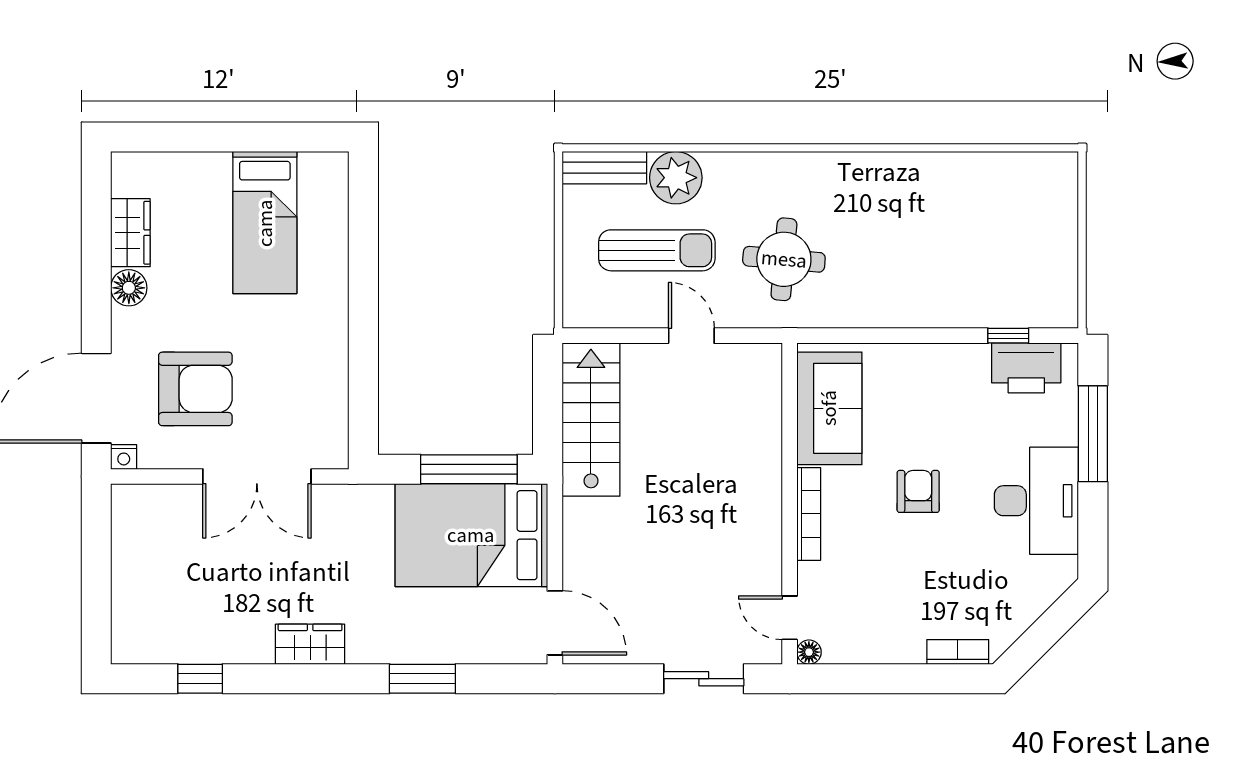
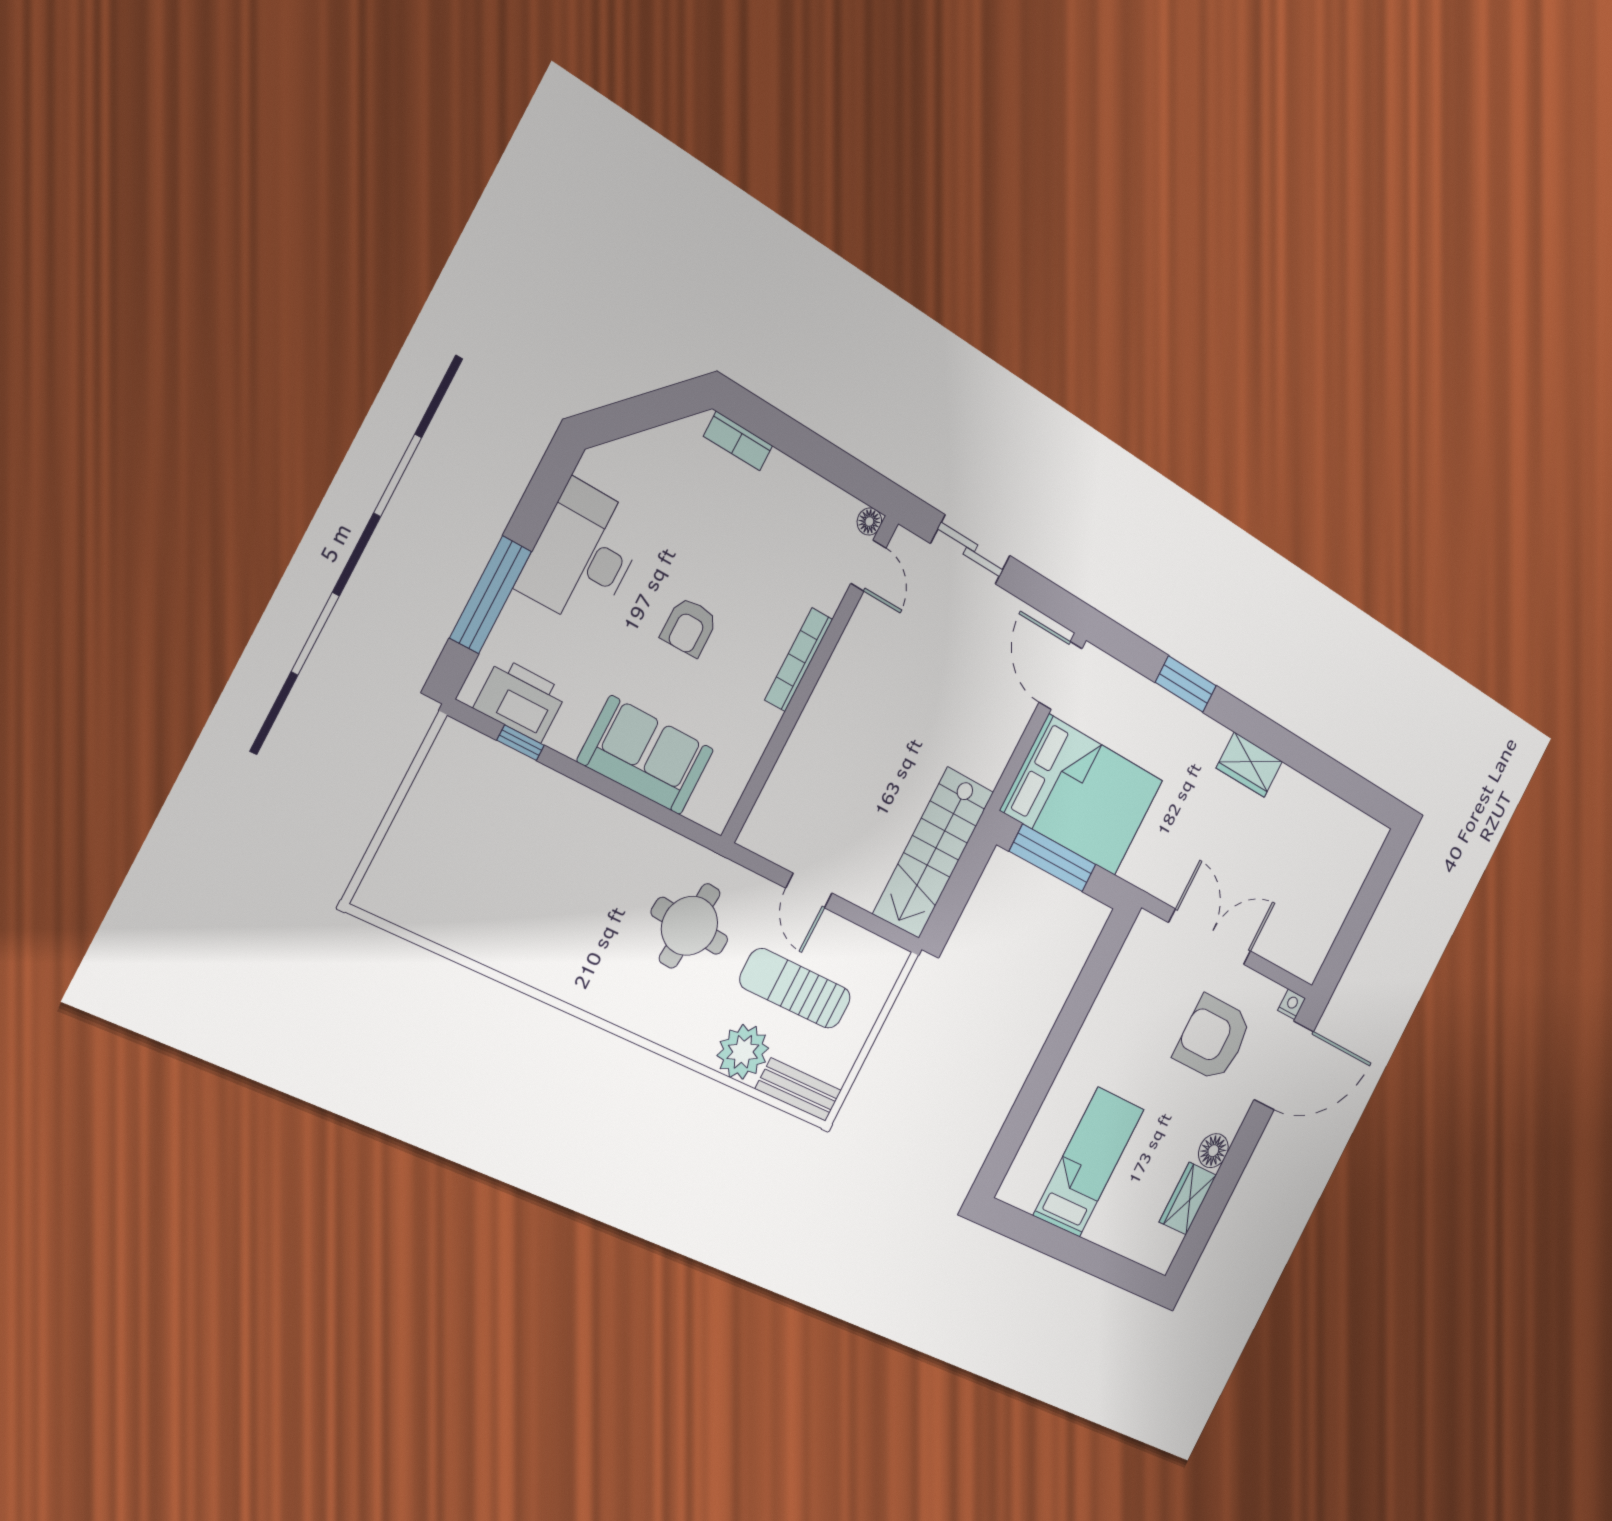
sofa: (829, 408) -> (646, 755), moved, turned 90
window: (200, 679) -> (1339, 780), removed

